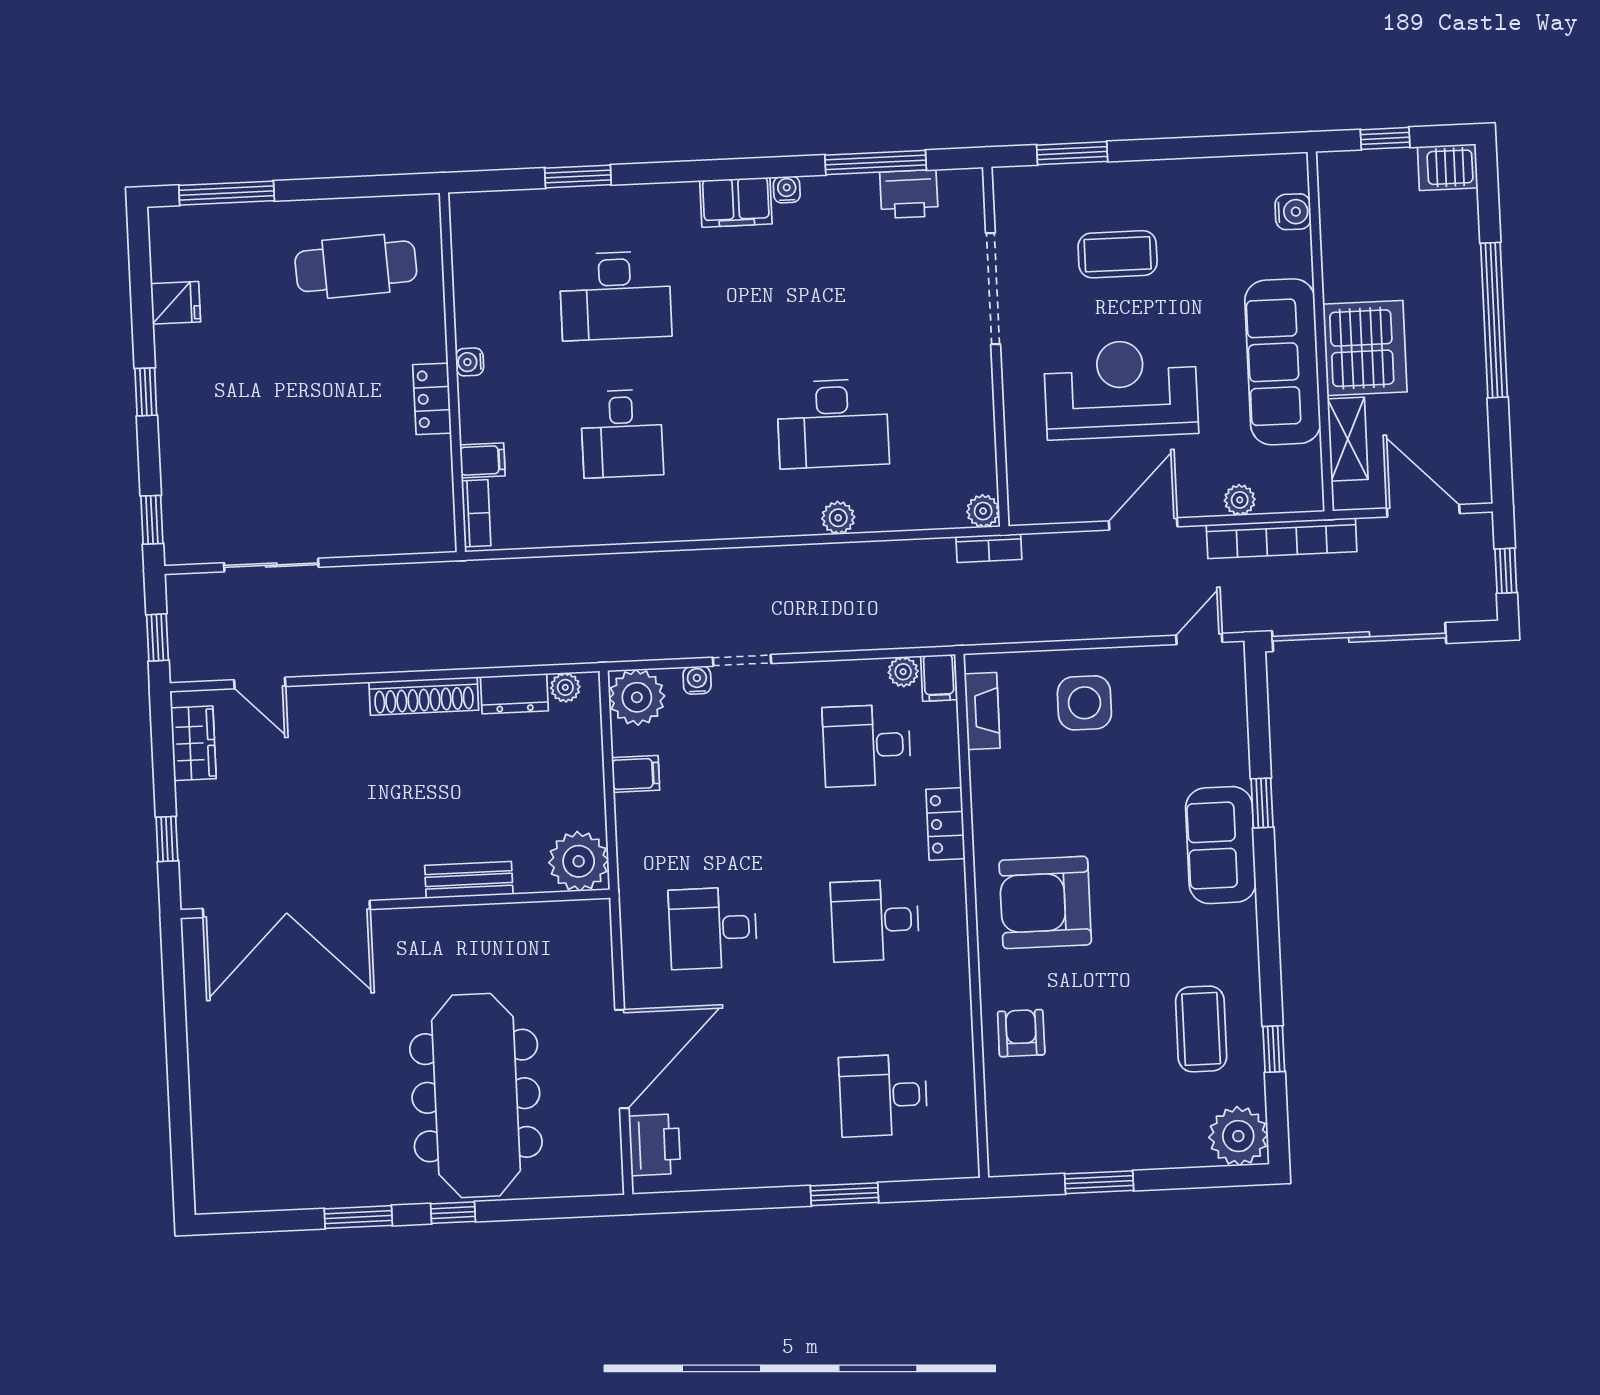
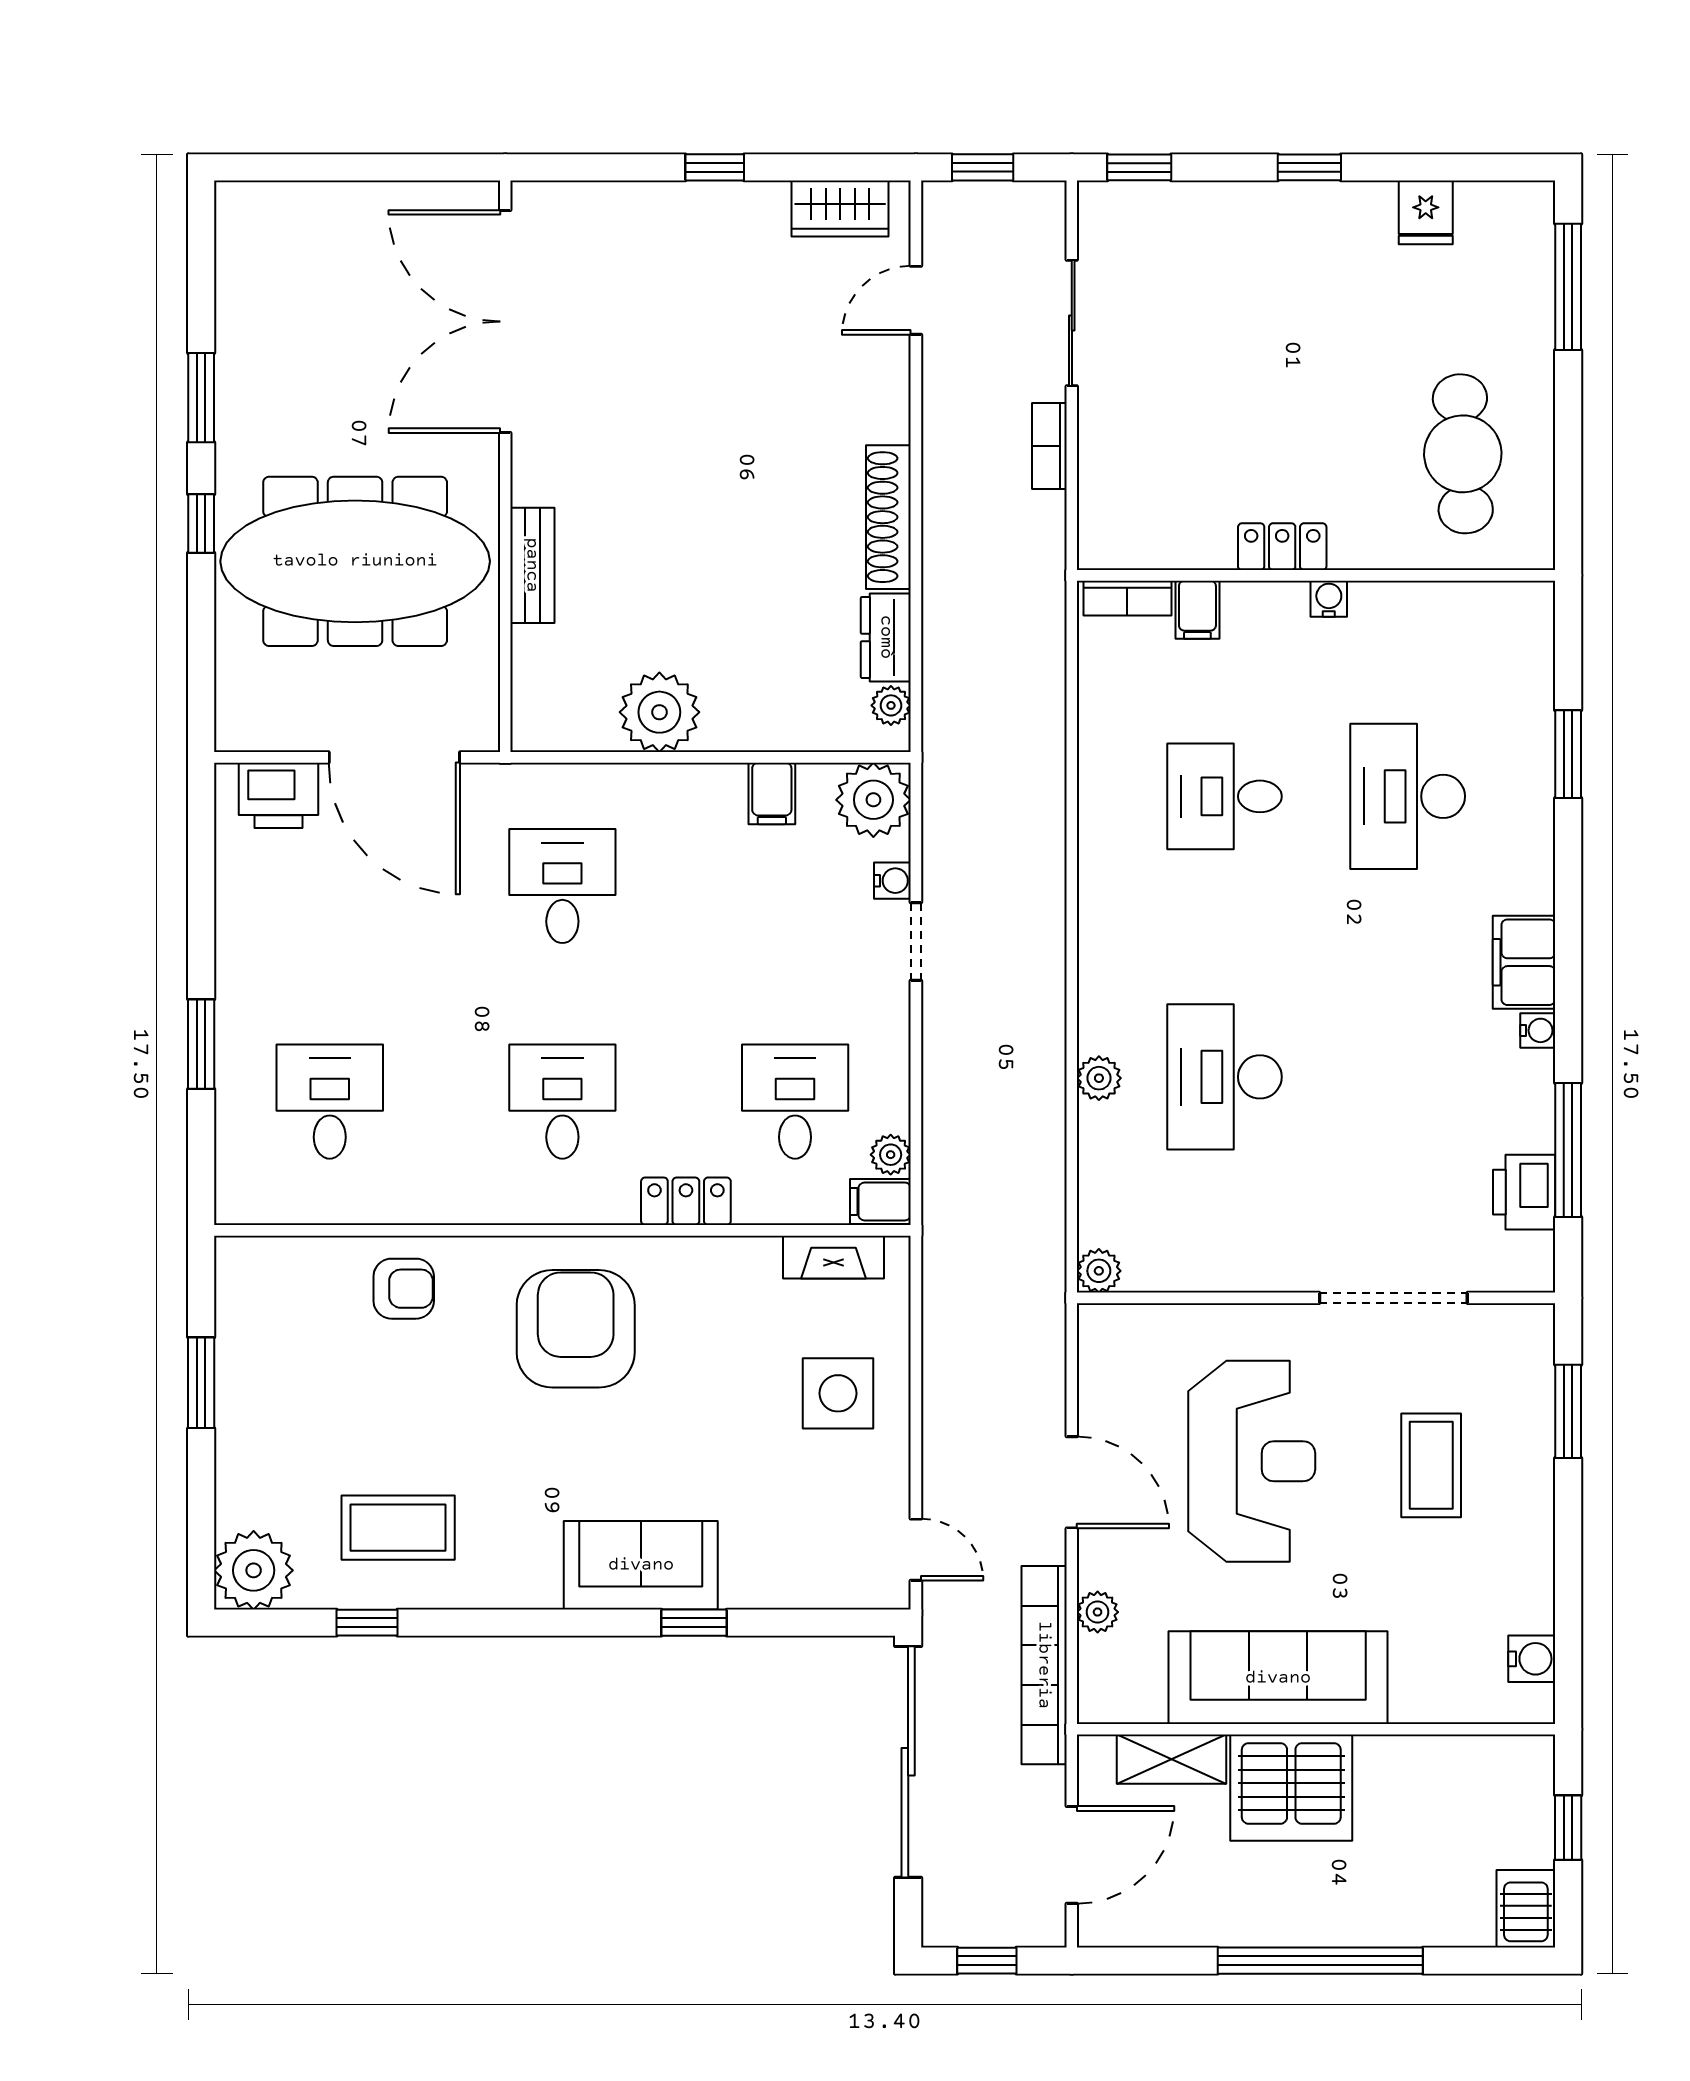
water cooler: (1293, 212) -> (1532, 1659), moved, turned -90
bookcase: (989, 548) -> (1049, 446), moved
bench: (469, 880) -> (532, 565), moved
wall: (395, 904) -> (505, 466), moved
double door: (286, 909) -> (505, 322), moved

